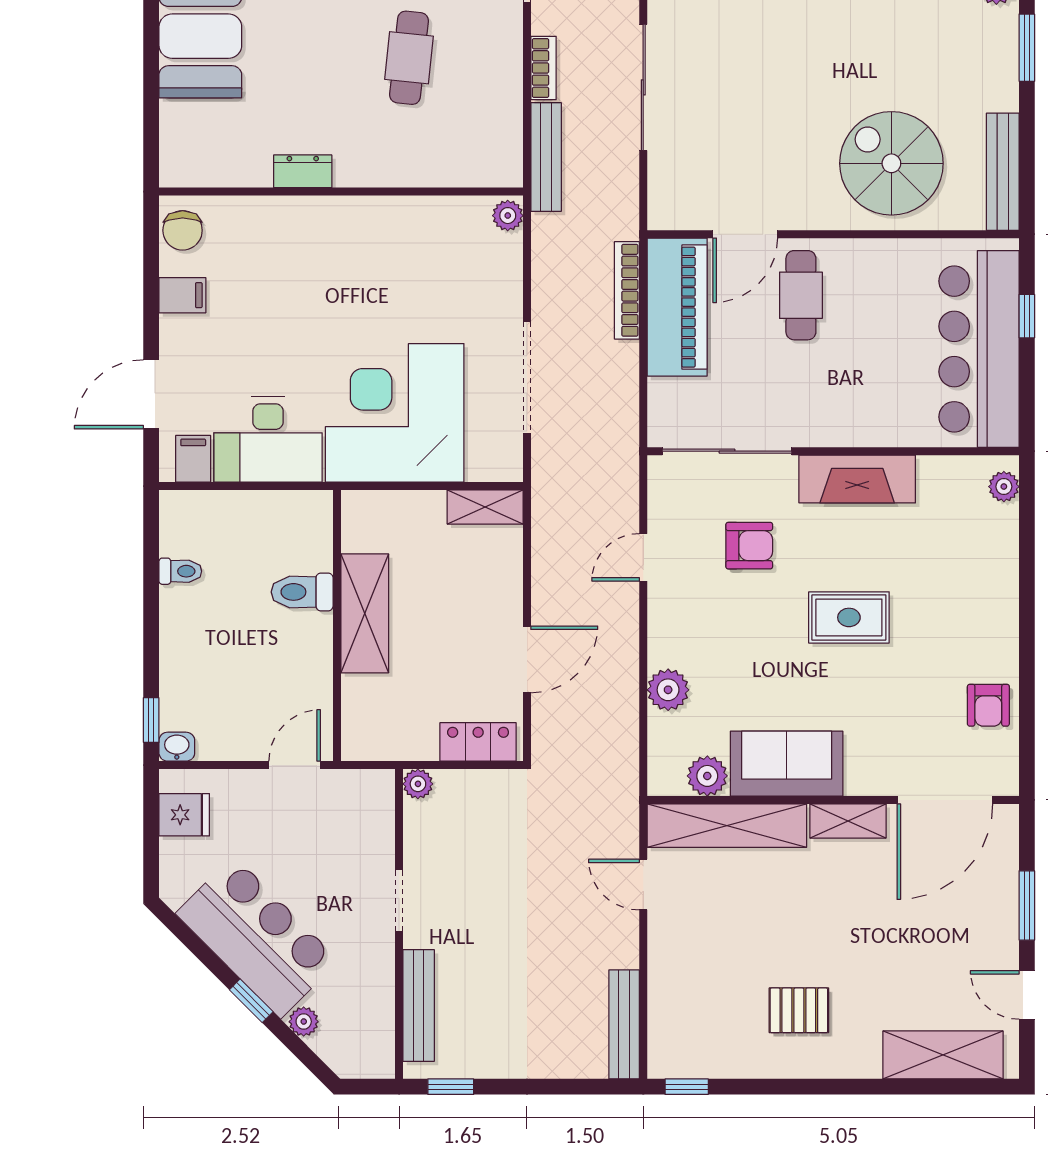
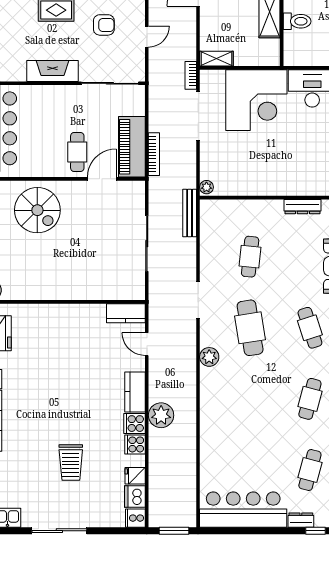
bookcase: (544, 68) -> (191, 75), moved
dresser: (303, 171) -> (302, 207), width x1.44
armchair: (749, 546) -> (104, 25), moved, turned 180

